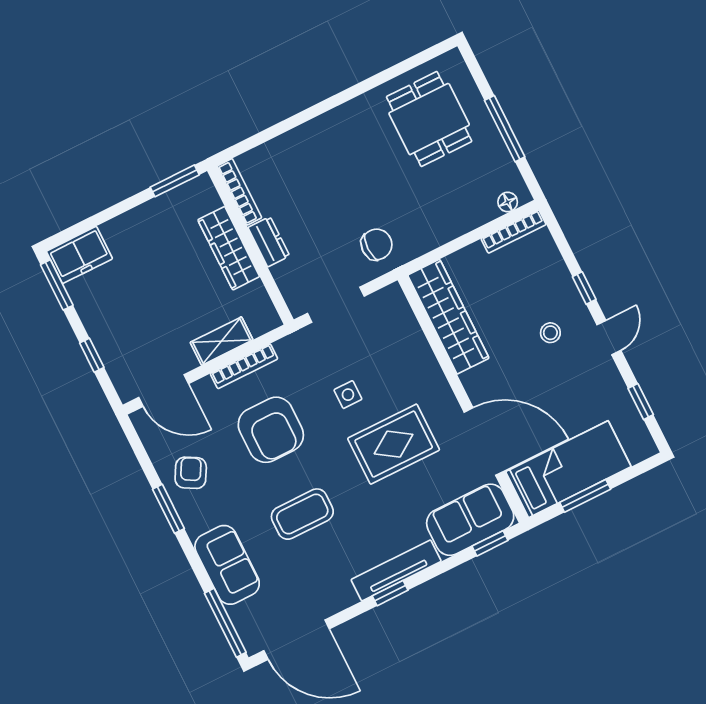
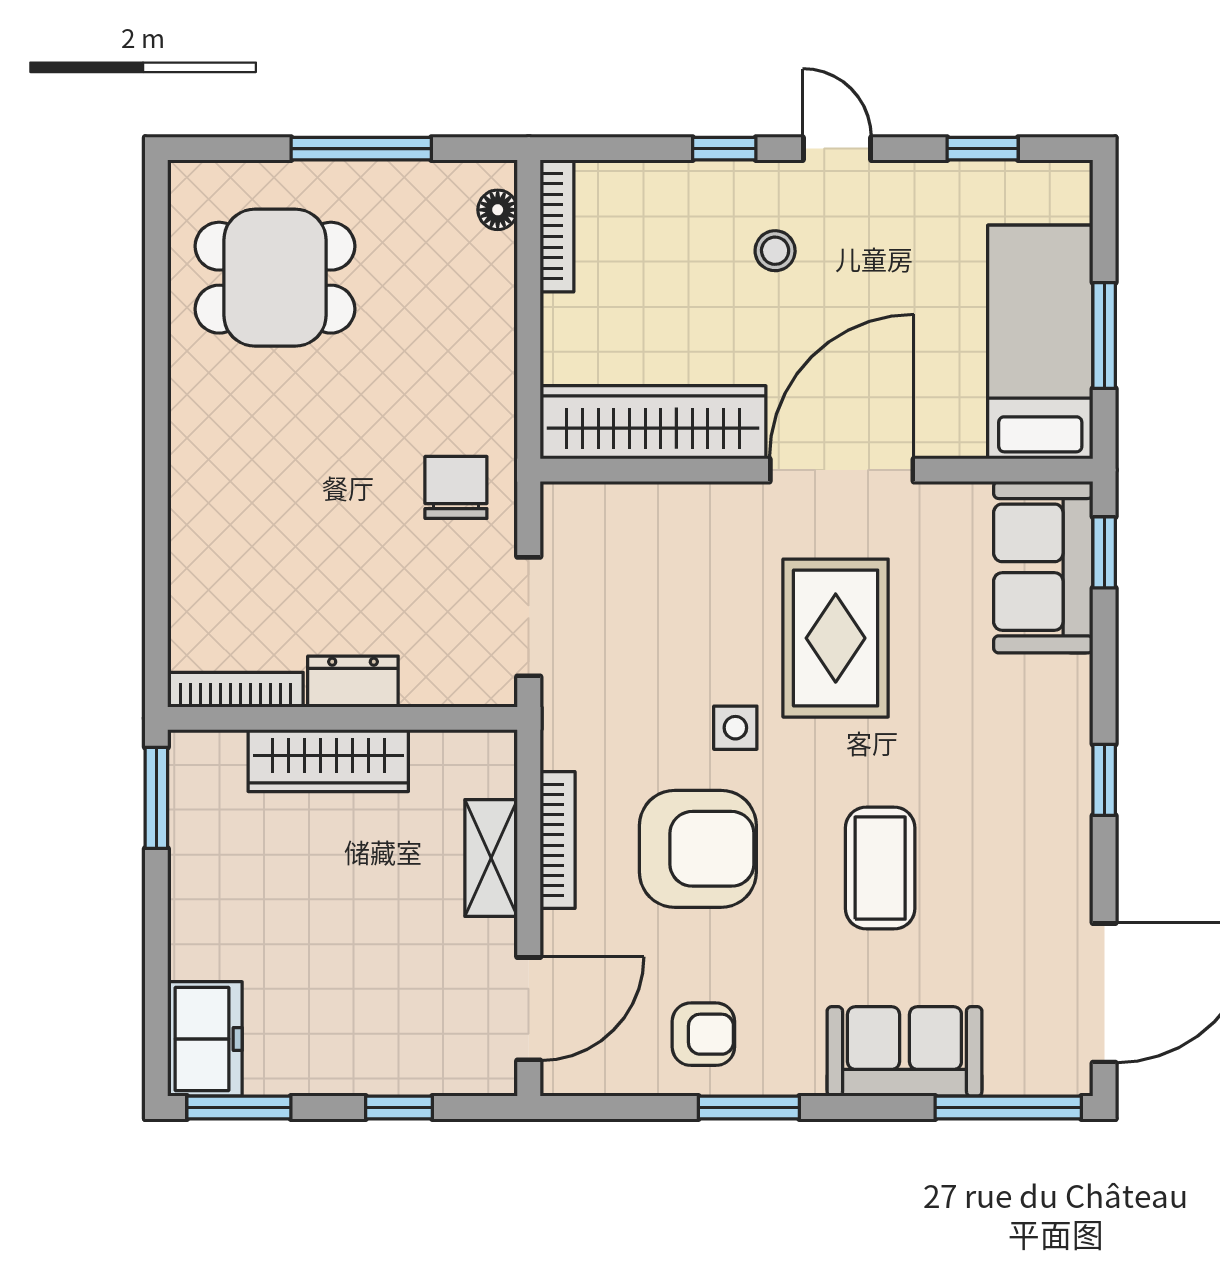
side table: (348, 395) -> (735, 728), moved
door: (484, 442) -> (842, 470), moved
armchair: (191, 473) -> (703, 1034), turned 151
tv unit: (396, 570) -> (1068, 748), removed

